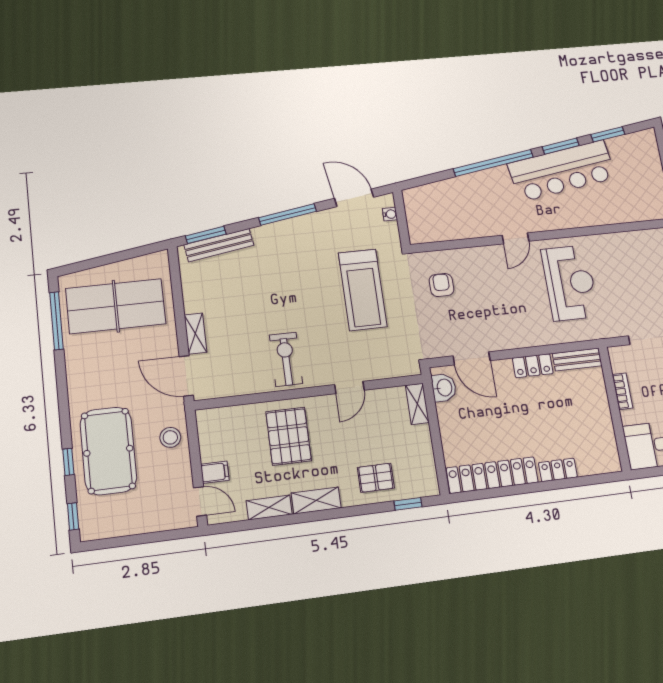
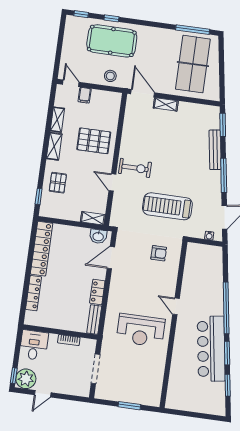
bench: (219, 245) -> (215, 150), moved
exercise bike: (286, 359) -> (135, 168), moved
door: (186, 376) -> (143, 93), hinge flipped
locker: (558, 470) -> (34, 293), width x1.53
door: (200, 501) -> (71, 83), swing flipped

